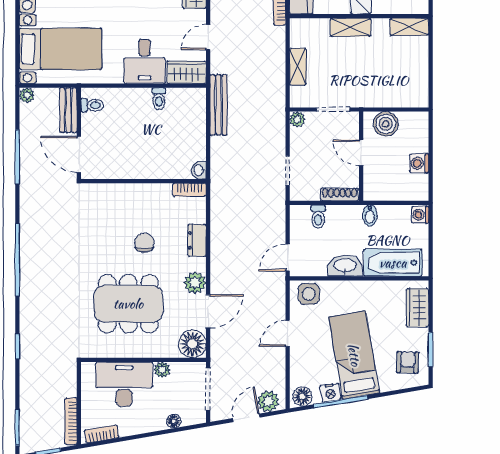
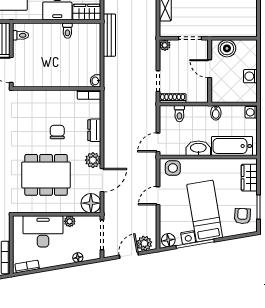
shoe rack: (340, 194) -> (173, 98), moved

